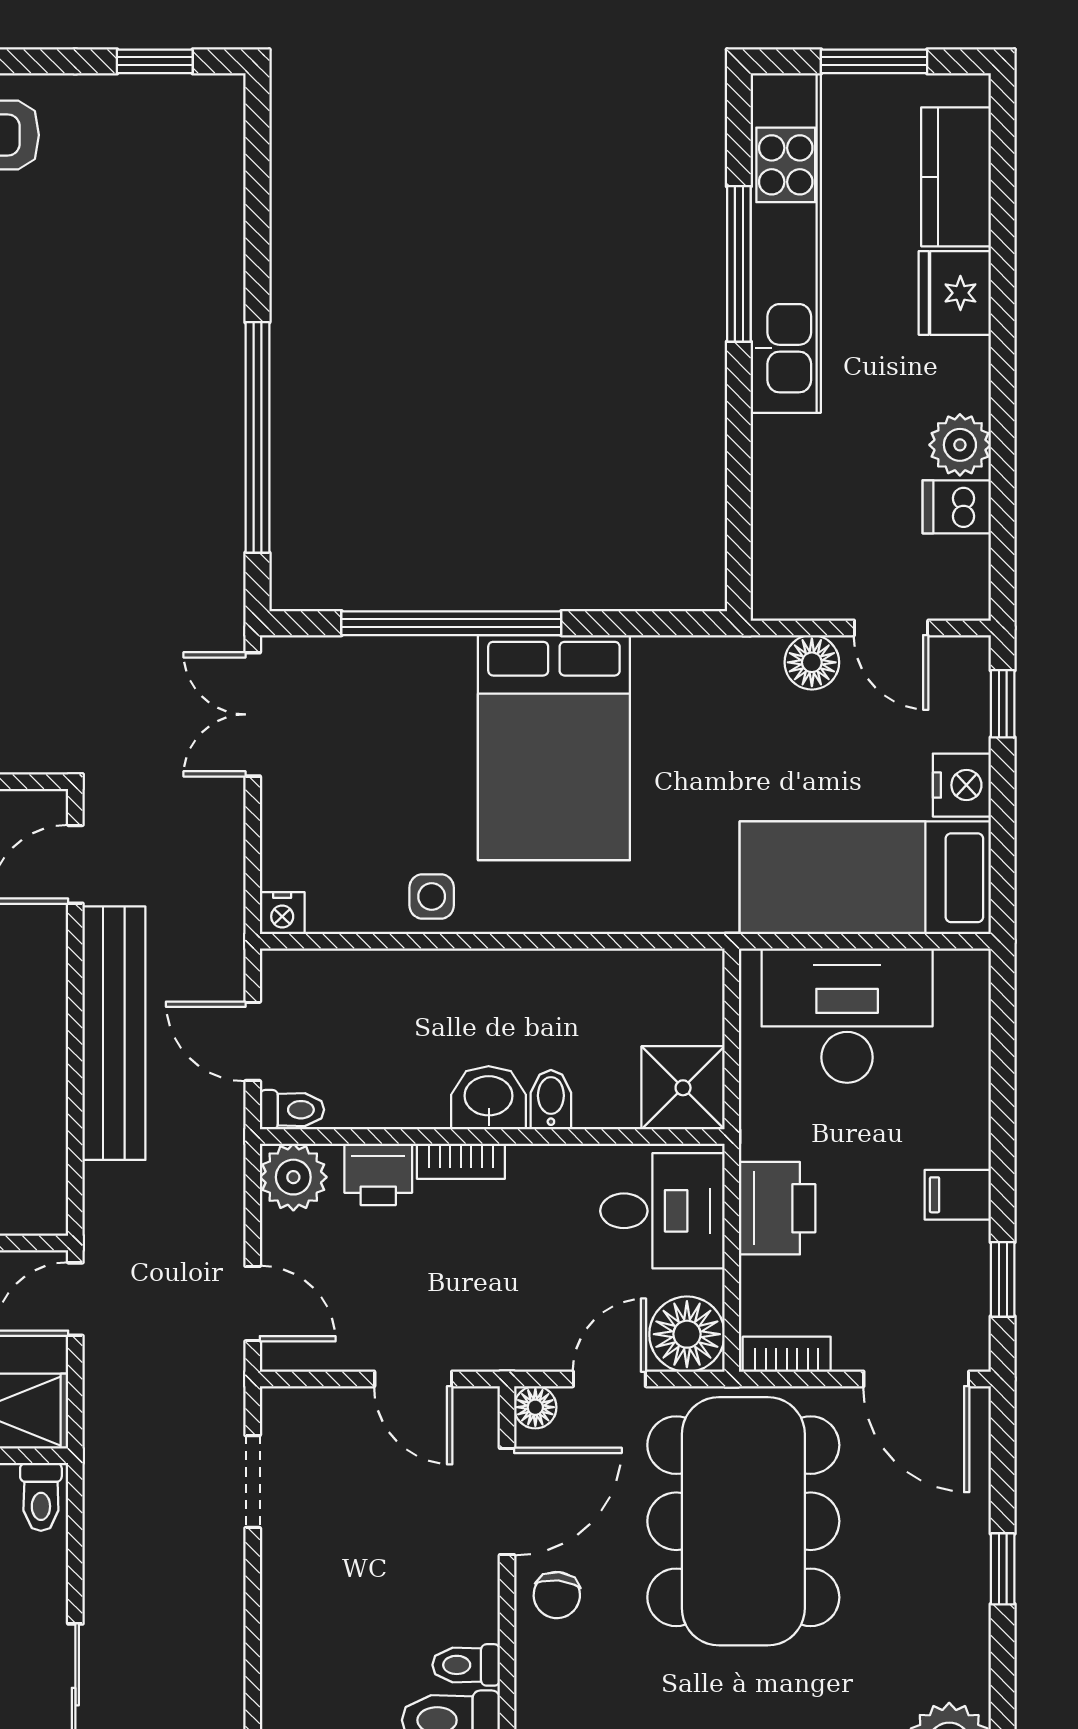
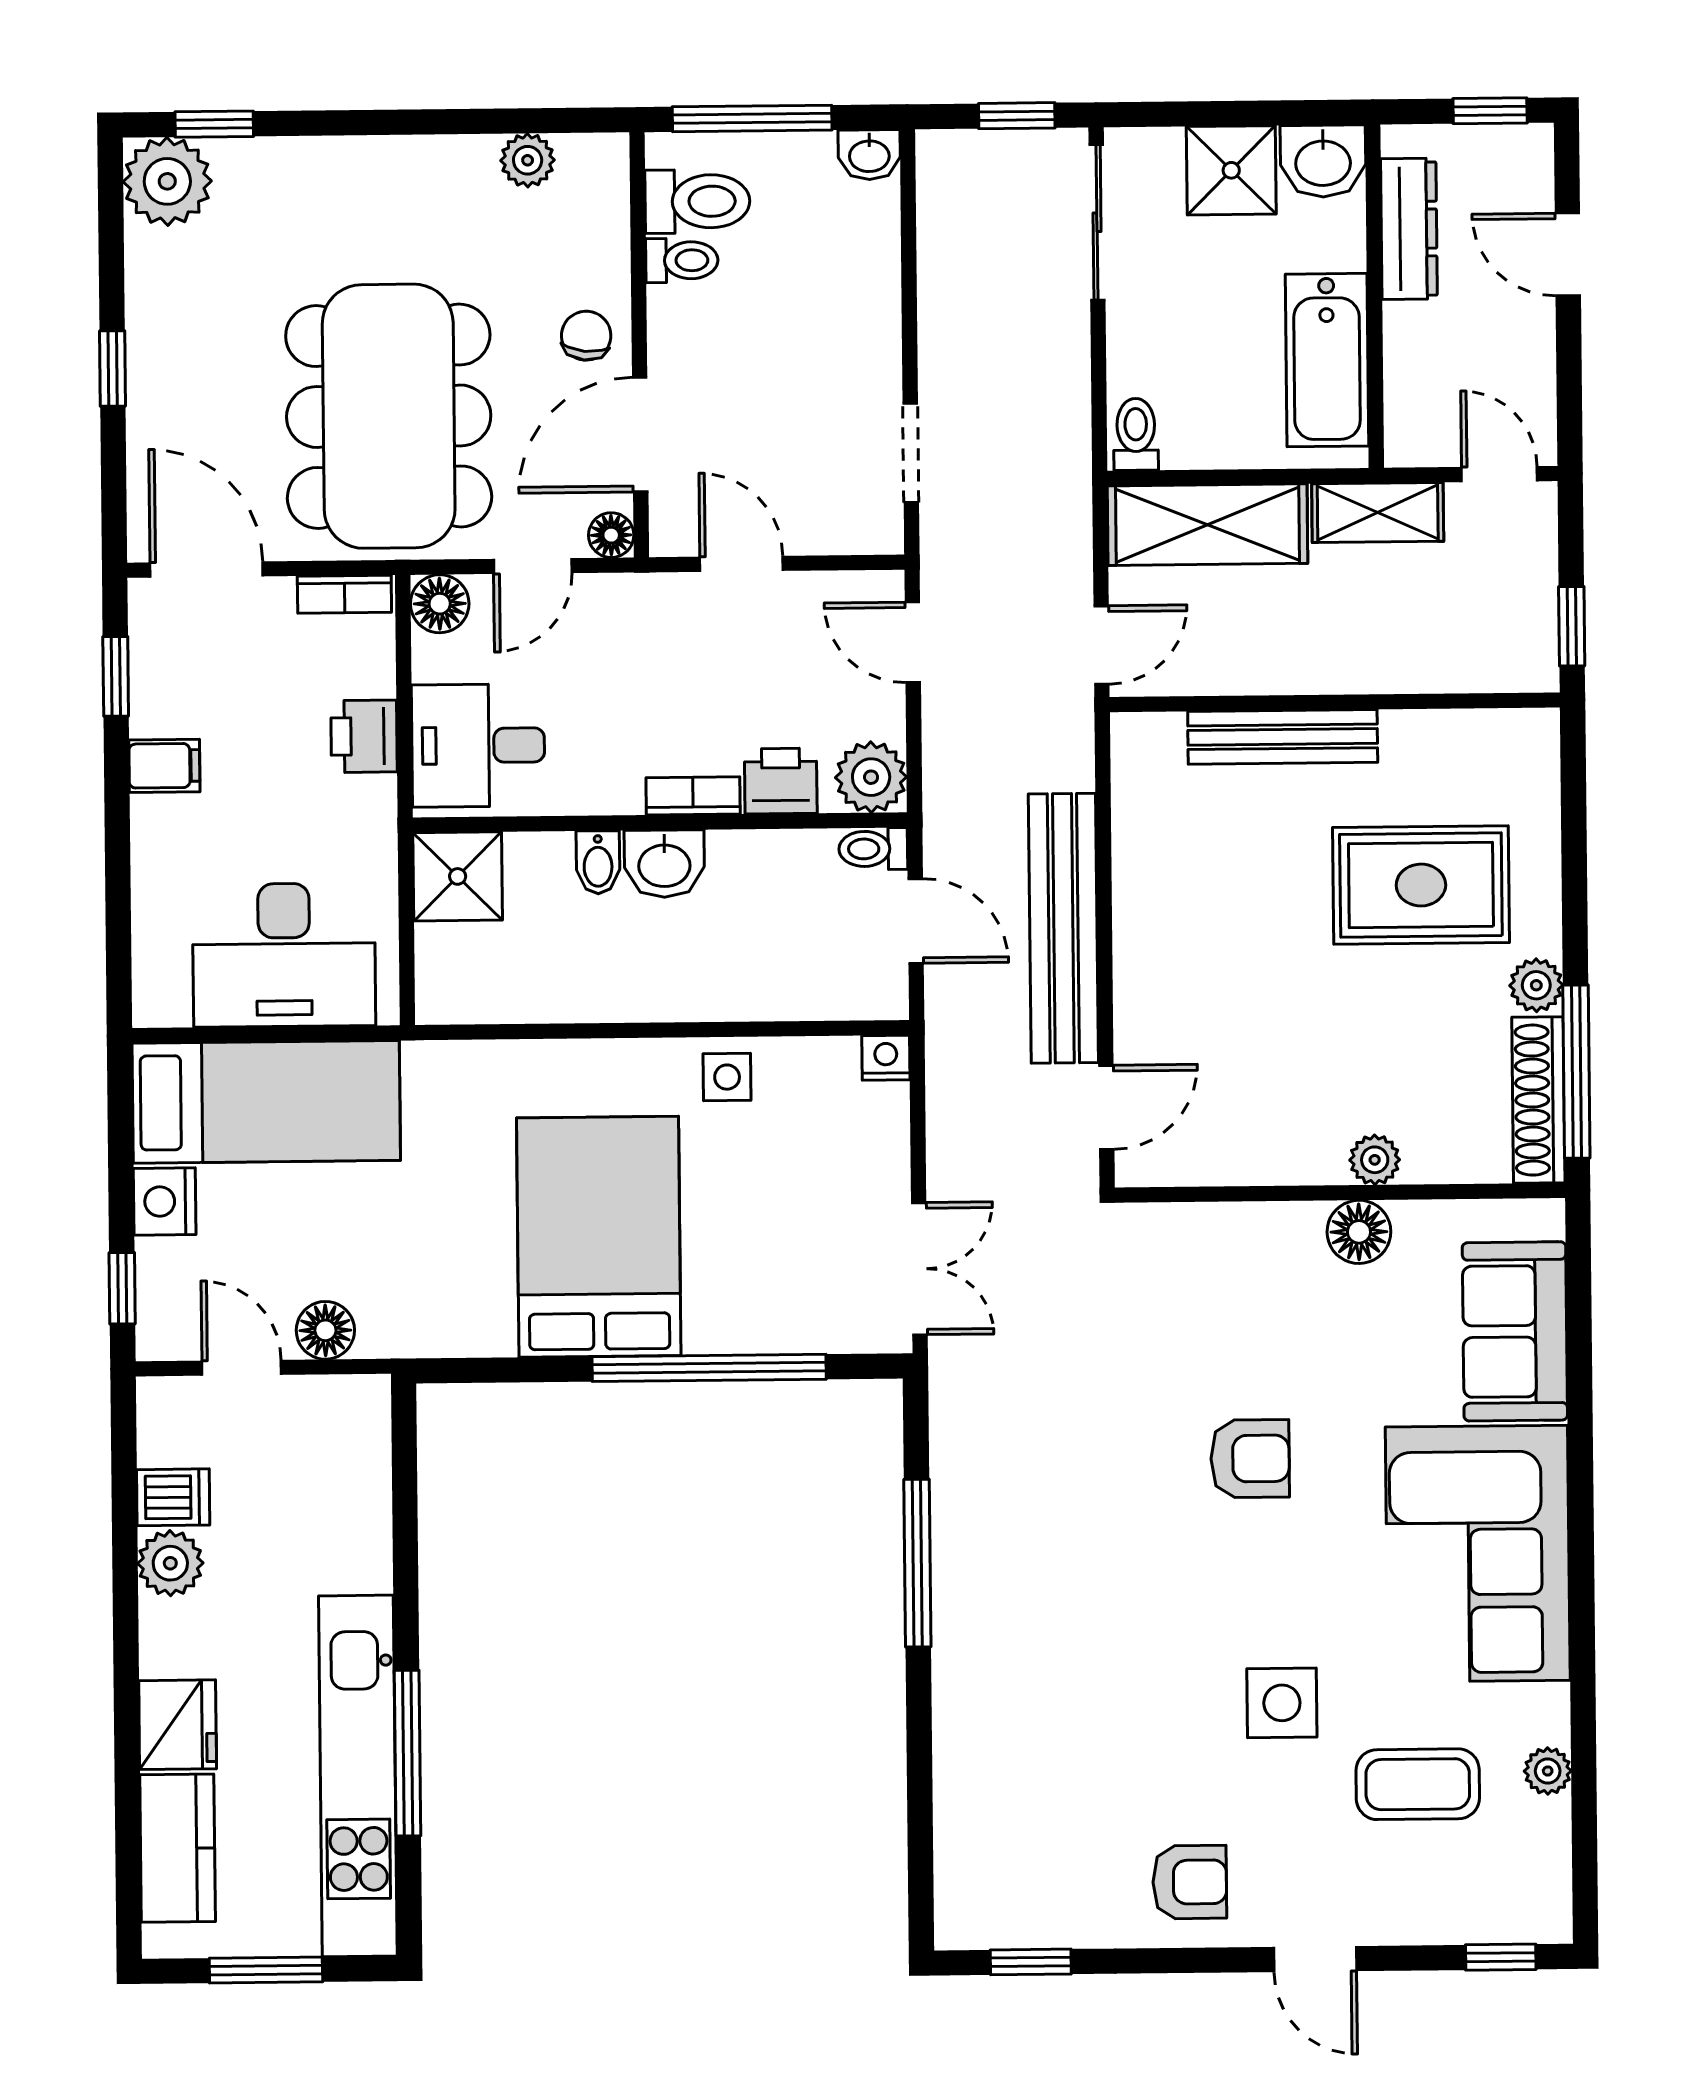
window: (257, 437) -> (917, 1563), width x0.68
printer: (777, 1208) -> (364, 736), width x0.73, depth x0.81
floor lamp: (687, 1334) -> (440, 604), width x0.73, depth x0.73

